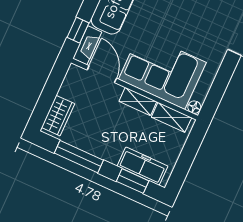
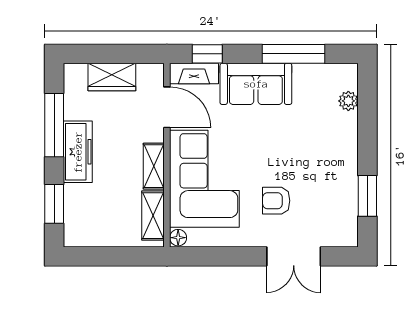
armchair: (200, 29) -> (276, 201), added
door: (102, 74) -> (167, 107), hinge flipped
wardrobe: (58, 116) -> (112, 77), moved
freezer: (142, 166) -> (78, 152), moved

